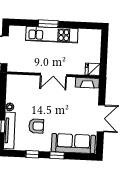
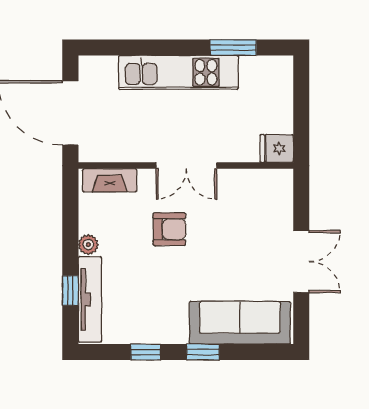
window: (48, 24) -> (233, 48), moved
fireplace: (87, 83) -> (110, 180), moved
armchair: (36, 126) -> (169, 229), moved

